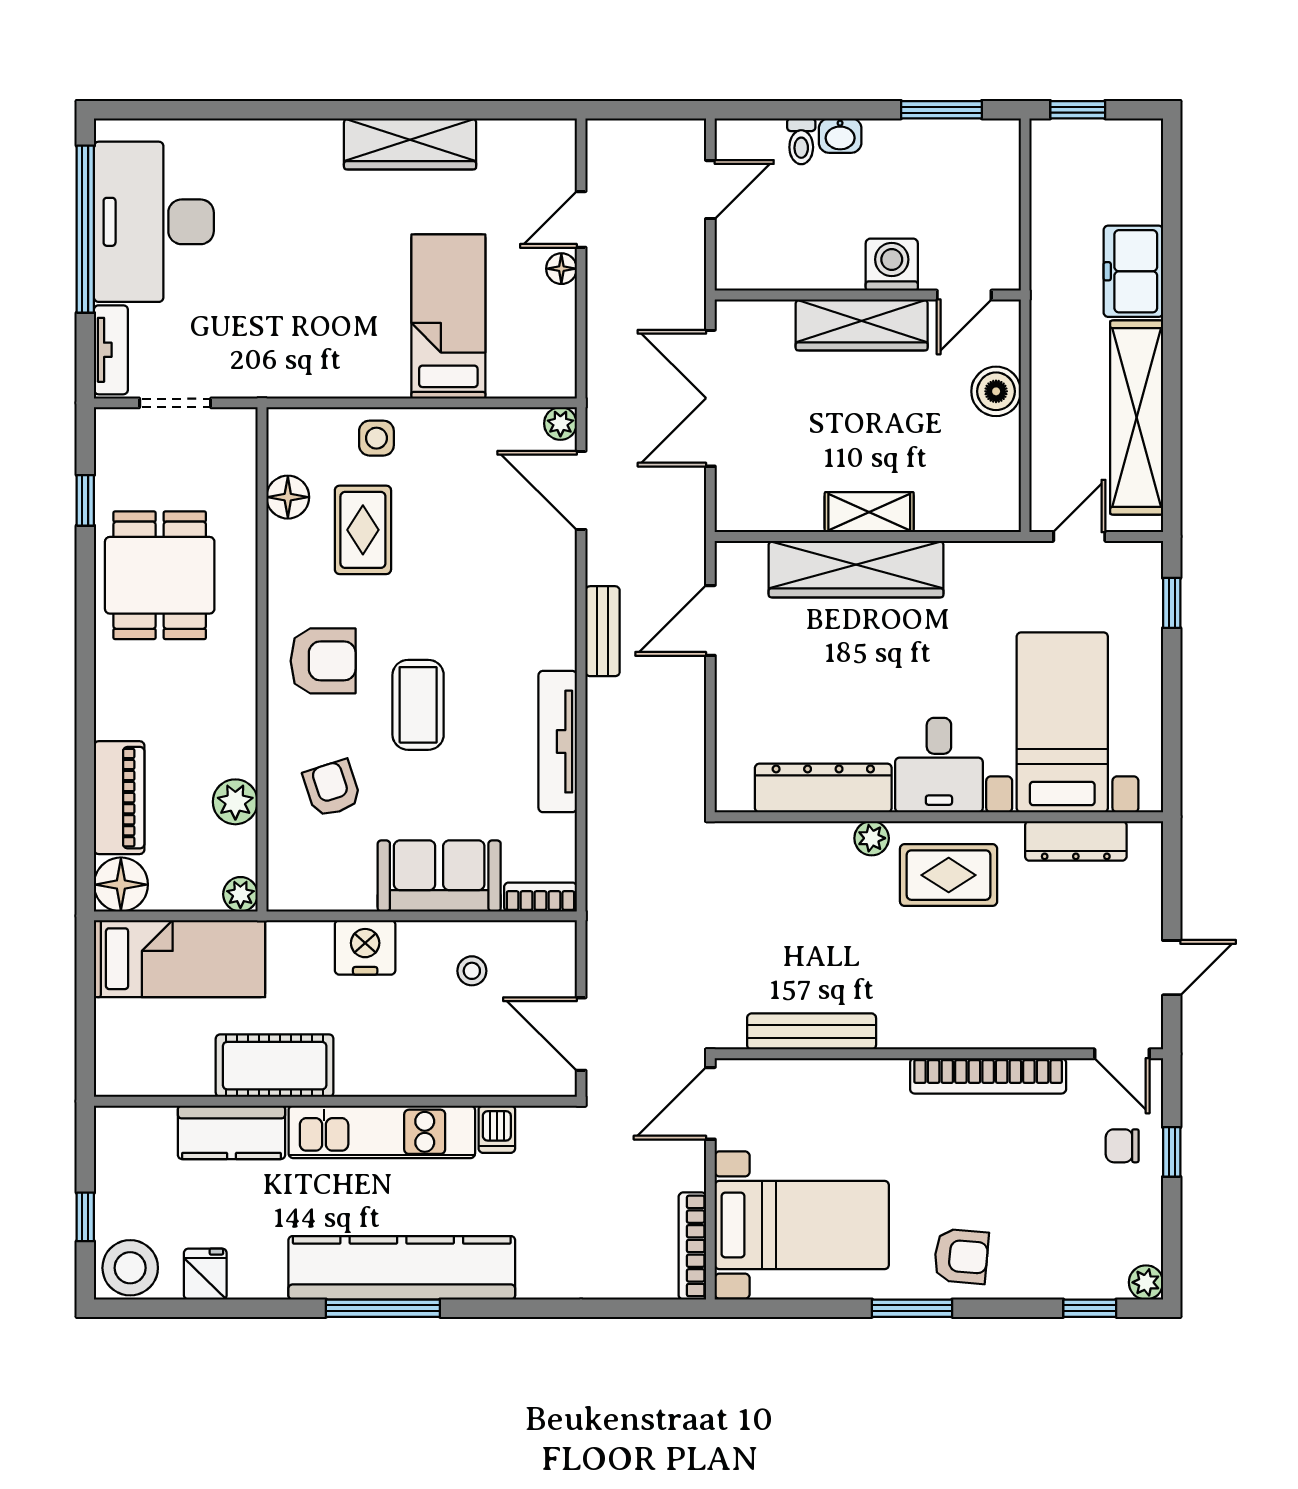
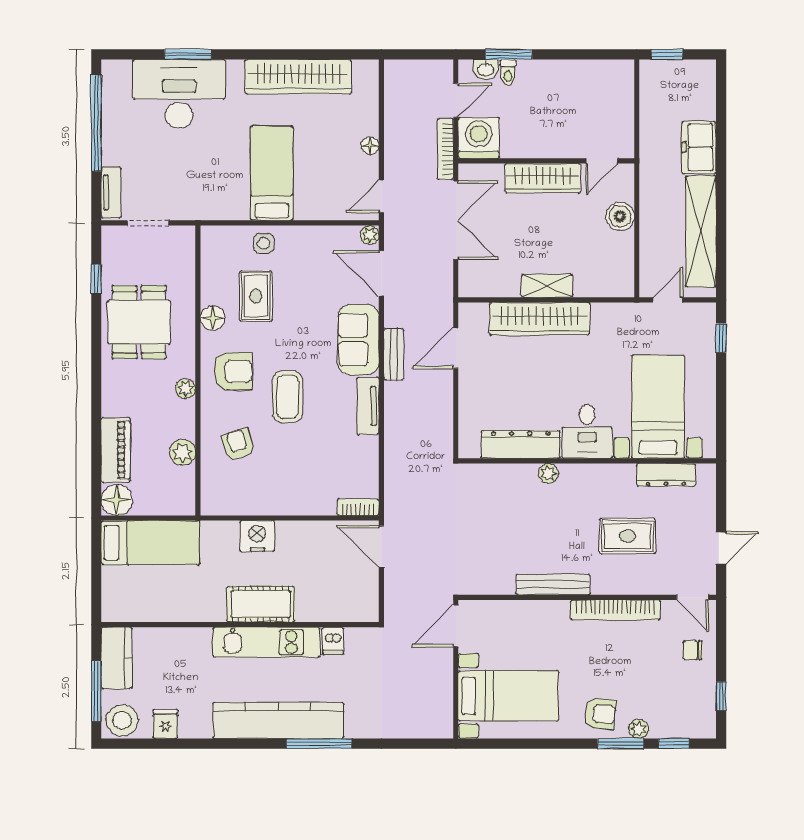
window: (245, 110) -> (188, 54), added
window: (941, 110) -> (509, 54), moved
washbasin: (840, 136) -> (486, 69), moved
wardrobe: (410, 144) -> (298, 77), width x1.40, depth x1.17
door: (581, 219) -> (381, 196), moved
desk: (154, 222) -> (179, 94), moved, turned 90
washing machine: (892, 265) -> (479, 138), moved, width x1.37, depth x1.37
bed: (448, 316) -> (272, 173), moved
double door: (710, 398) -> (456, 220), swing flipped
floor lamp: (288, 497) -> (213, 318), moved
tv unit: (558, 742) -> (368, 406), width x0.71
rug: (949, 875) -> (628, 536), moved
sofa: (439, 876) -> (358, 340), moved, turned -90
plant: (240, 894) -> (185, 389), moved
stool: (472, 971) -> (319, 550), removed
bench: (812, 1031) -> (553, 584), moved
door: (581, 1034) -> (381, 547), moved
cot: (275, 1066) -> (261, 604), moved
kitchen counter: (231, 1132) -> (117, 658), moved, turned -90
window: (1172, 1152) -> (721, 696), moved
window: (85, 1217) -> (96, 691), width x2.17
bookcase: (692, 1246) -> (445, 149), moved
plant: (1146, 1282) -> (639, 729), moved
window: (383, 1308) -> (319, 744), moved
window: (912, 1308) -> (621, 744), moved

